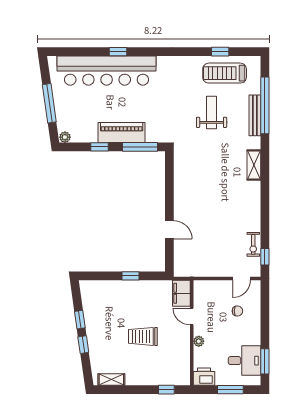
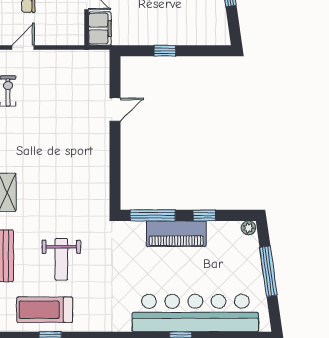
treadmill: (225, 73) -> (45, 310), turned 180
door: (169, 230) -> (115, 110), swing flipped

